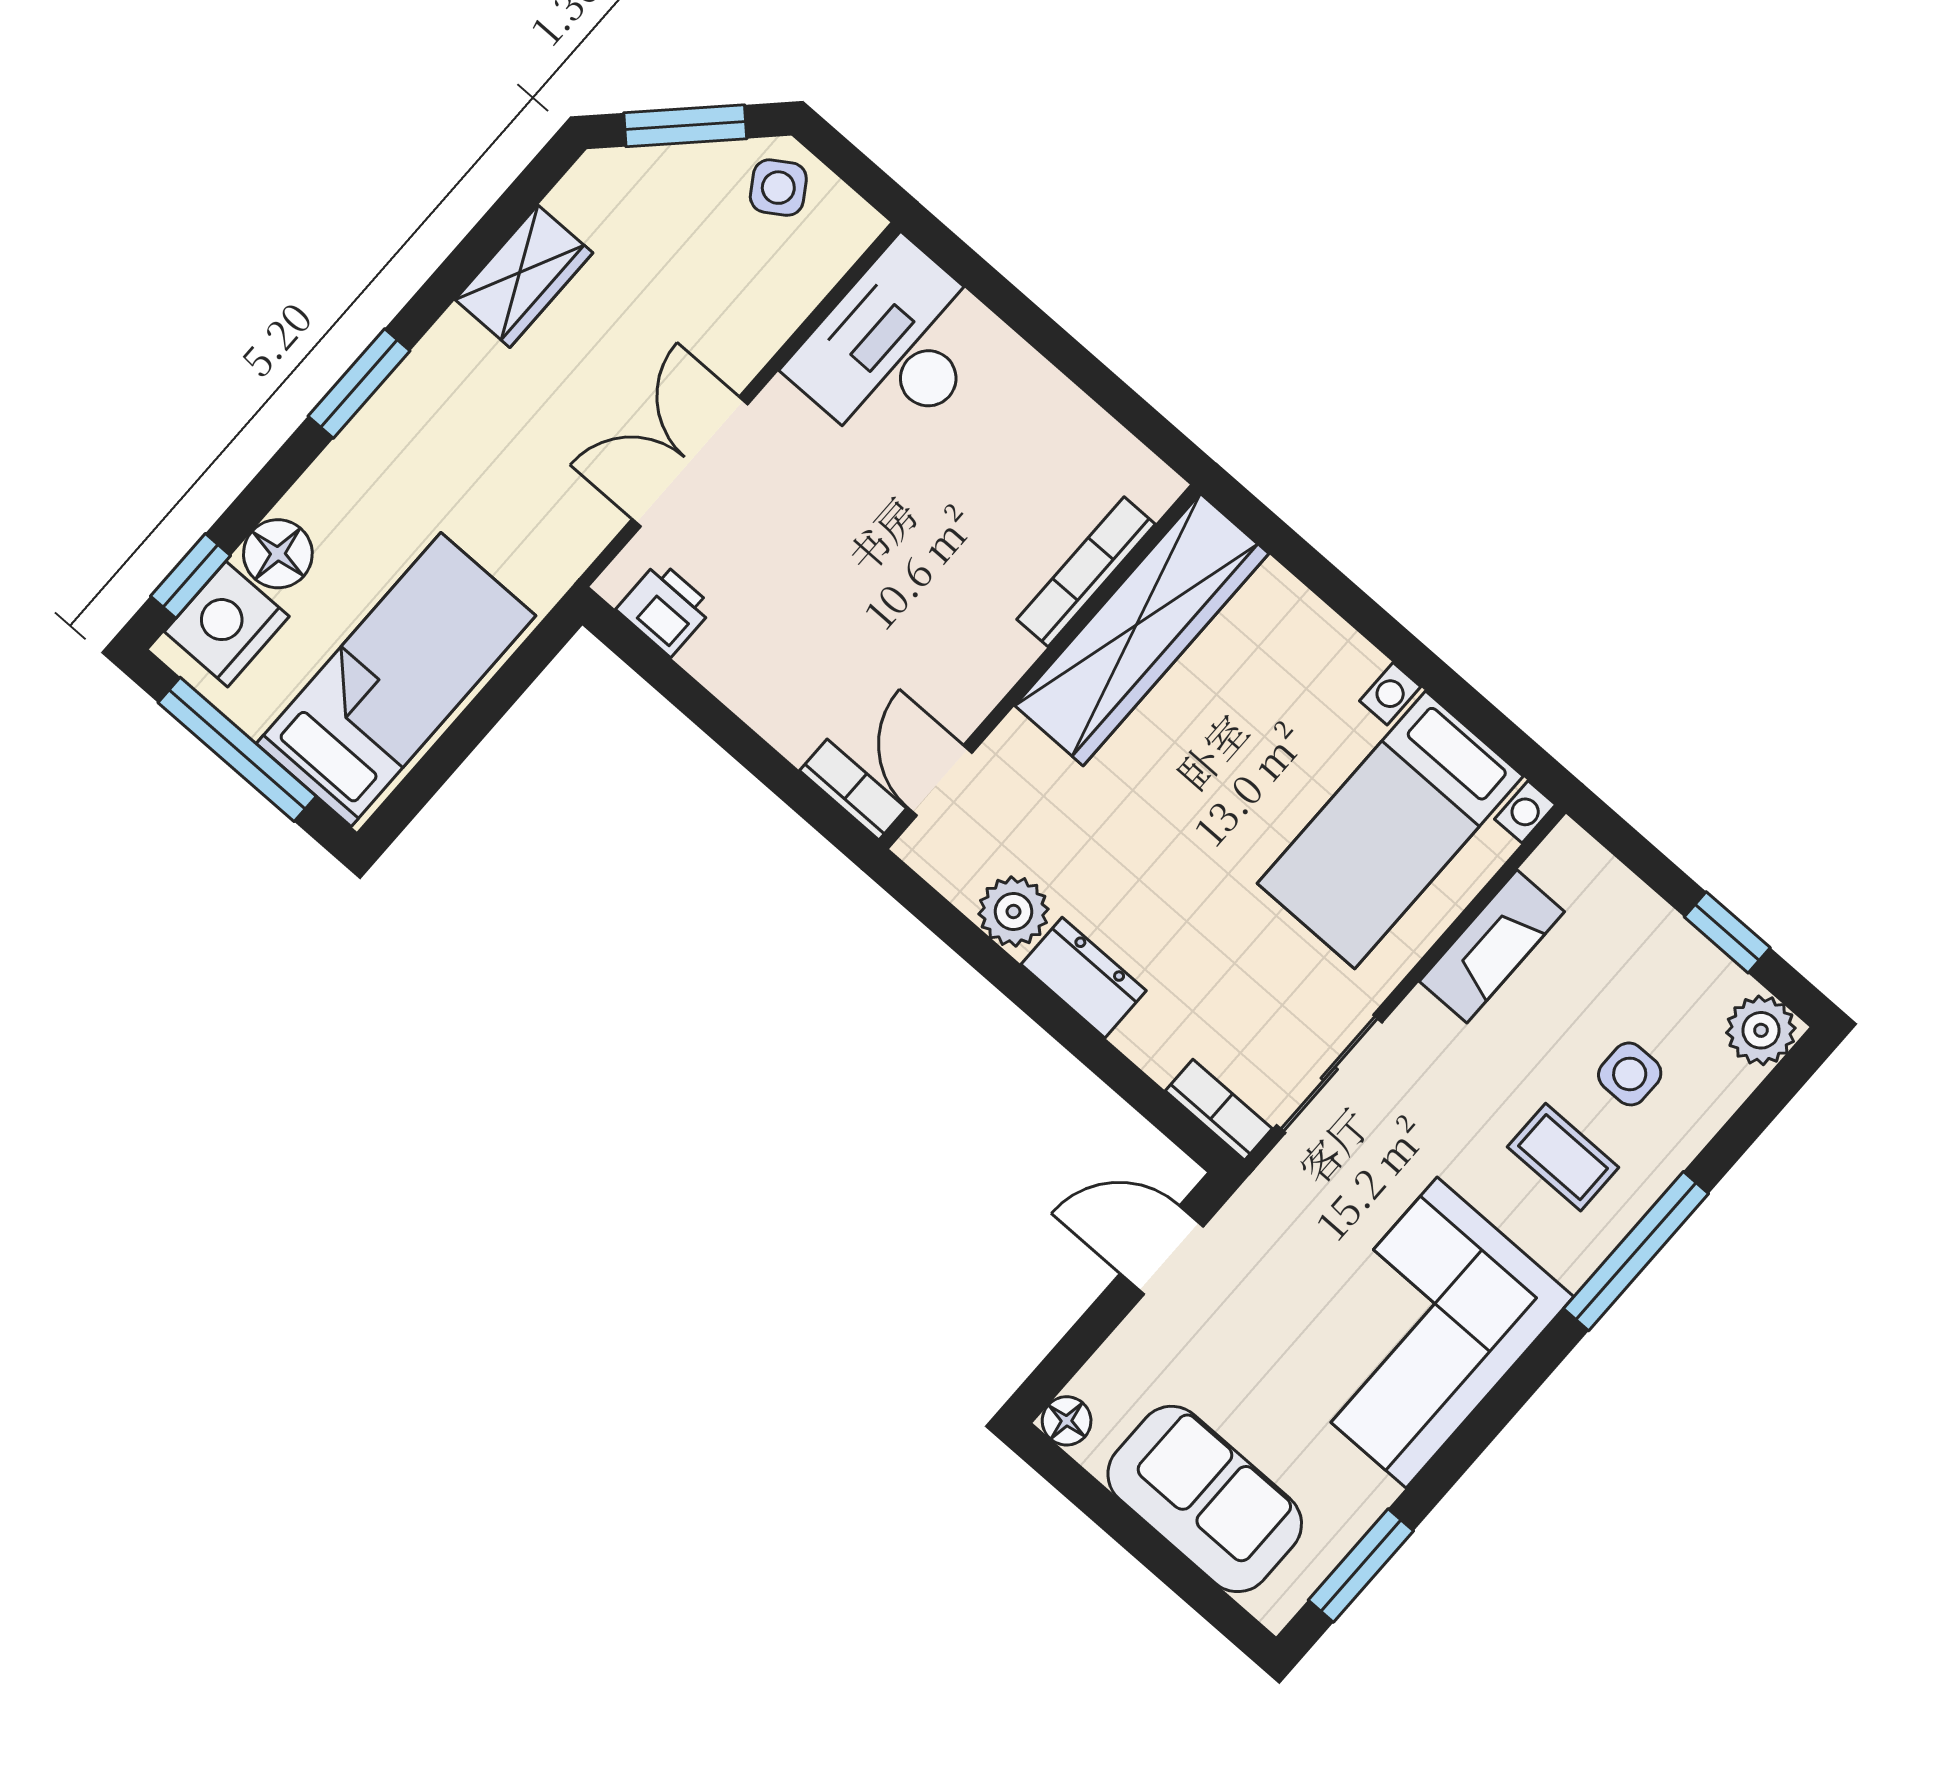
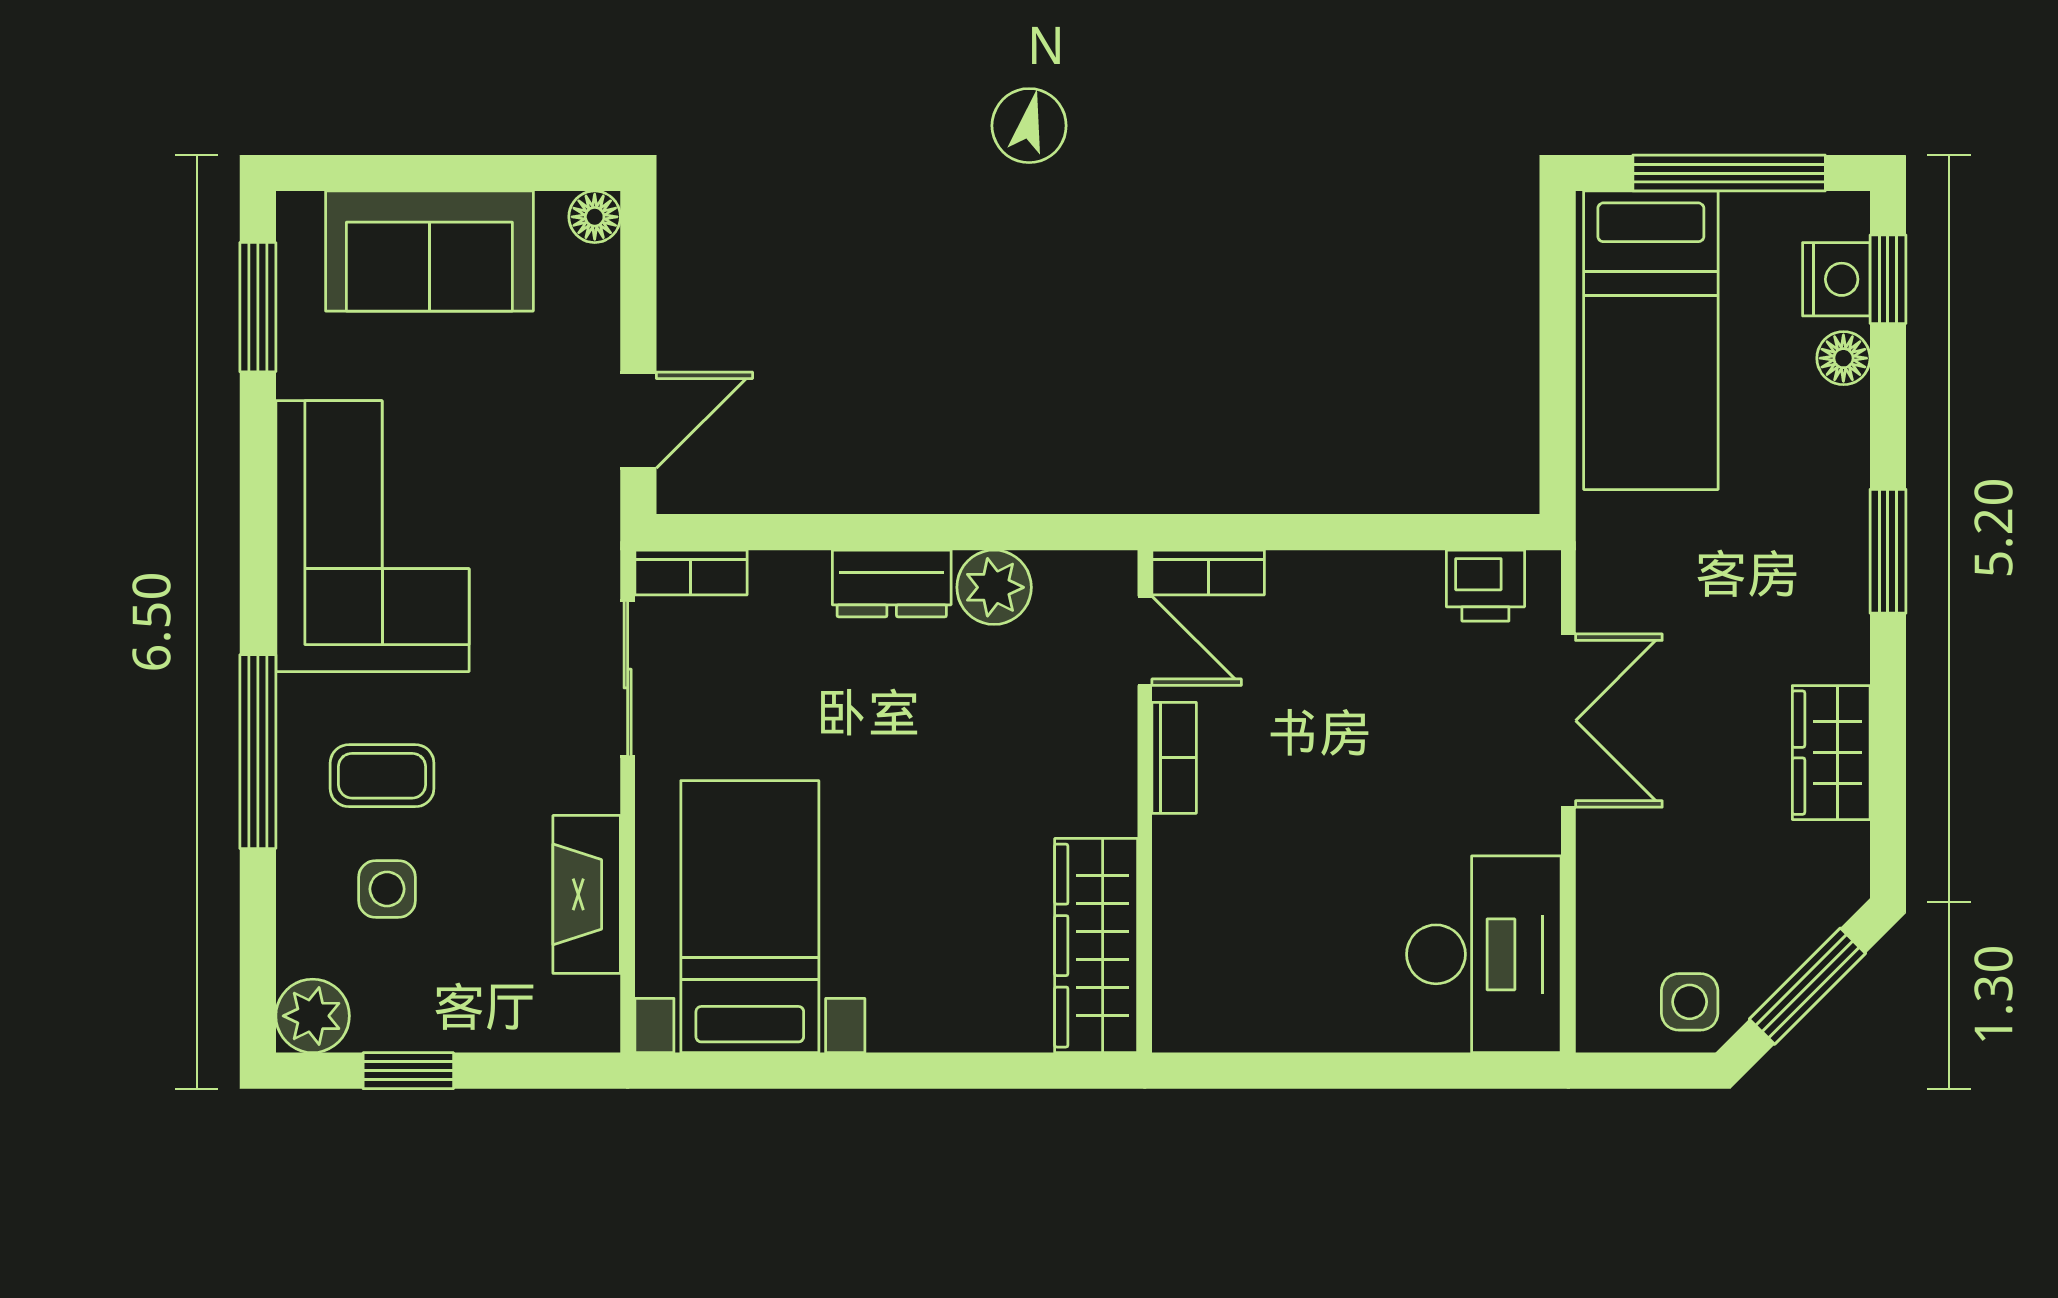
side table: (778, 188) -> (1690, 1002), turned 33
floor lamp: (278, 554) -> (1843, 358), width x0.73, depth x0.73
bookcase: (1086, 572) -> (1174, 758), moved, width x0.64
nightstand: (227, 624) -> (1836, 279), width x0.74, depth x0.75
wardrobe: (1142, 630) -> (1096, 946), width x0.71, depth x0.85

